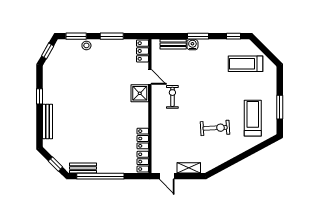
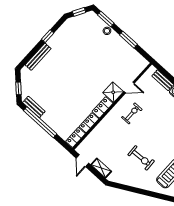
locker: (142, 51) -> (103, 107), moved
door: (150, 77) -> (129, 88), hinge flipped

